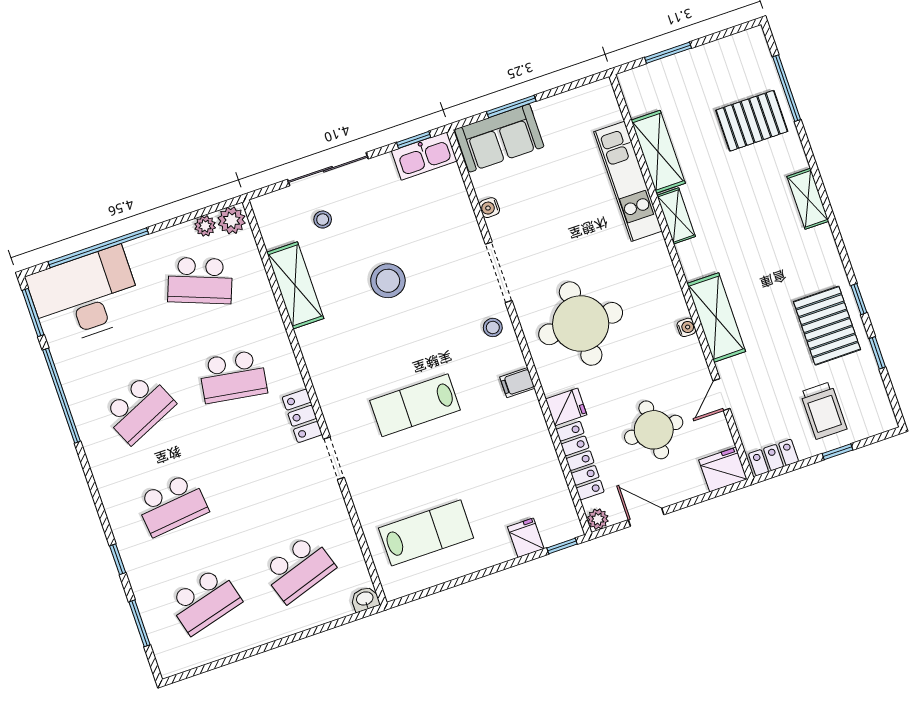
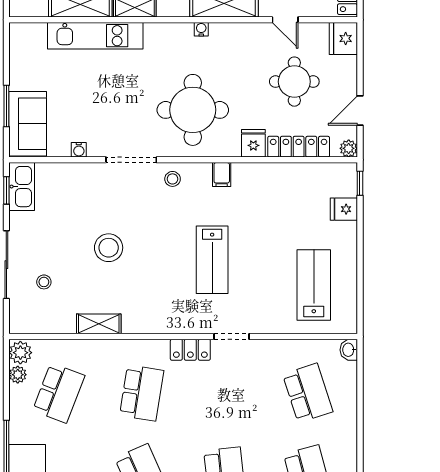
shelving: (295, 285) -> (99, 324), width x0.67, depth x0.75
water cooler: (686, 327) -> (201, 29), moved

